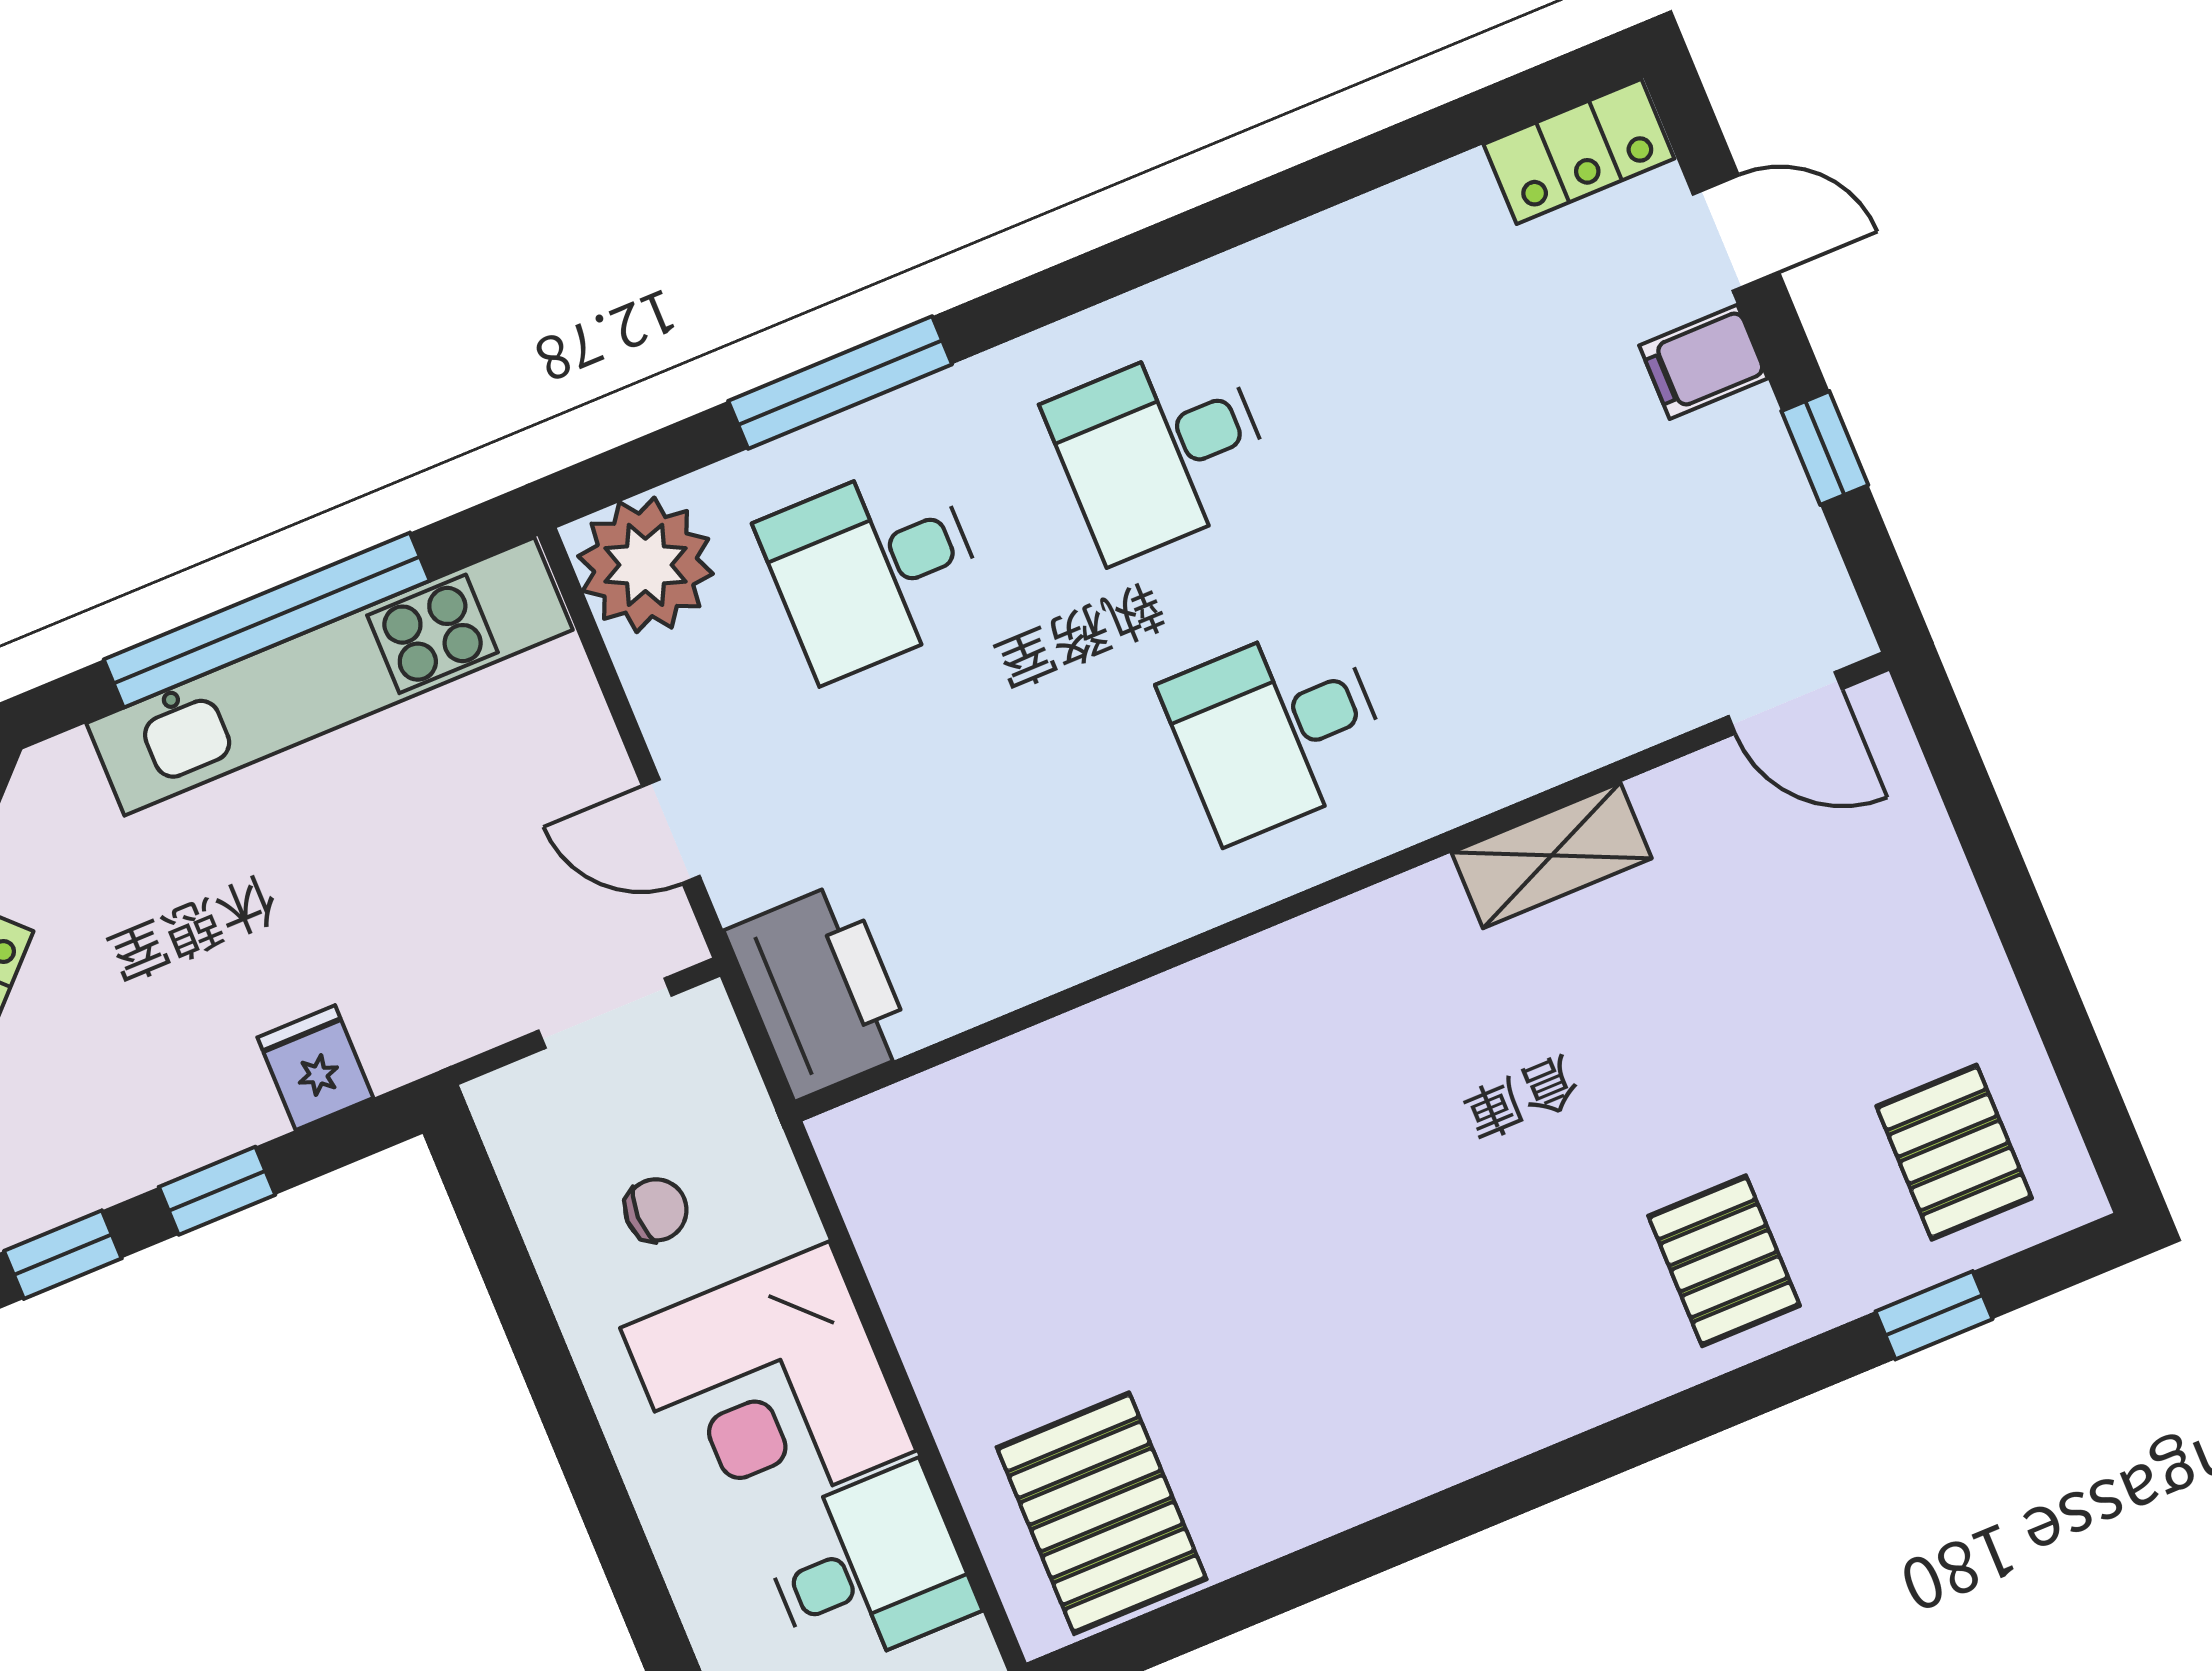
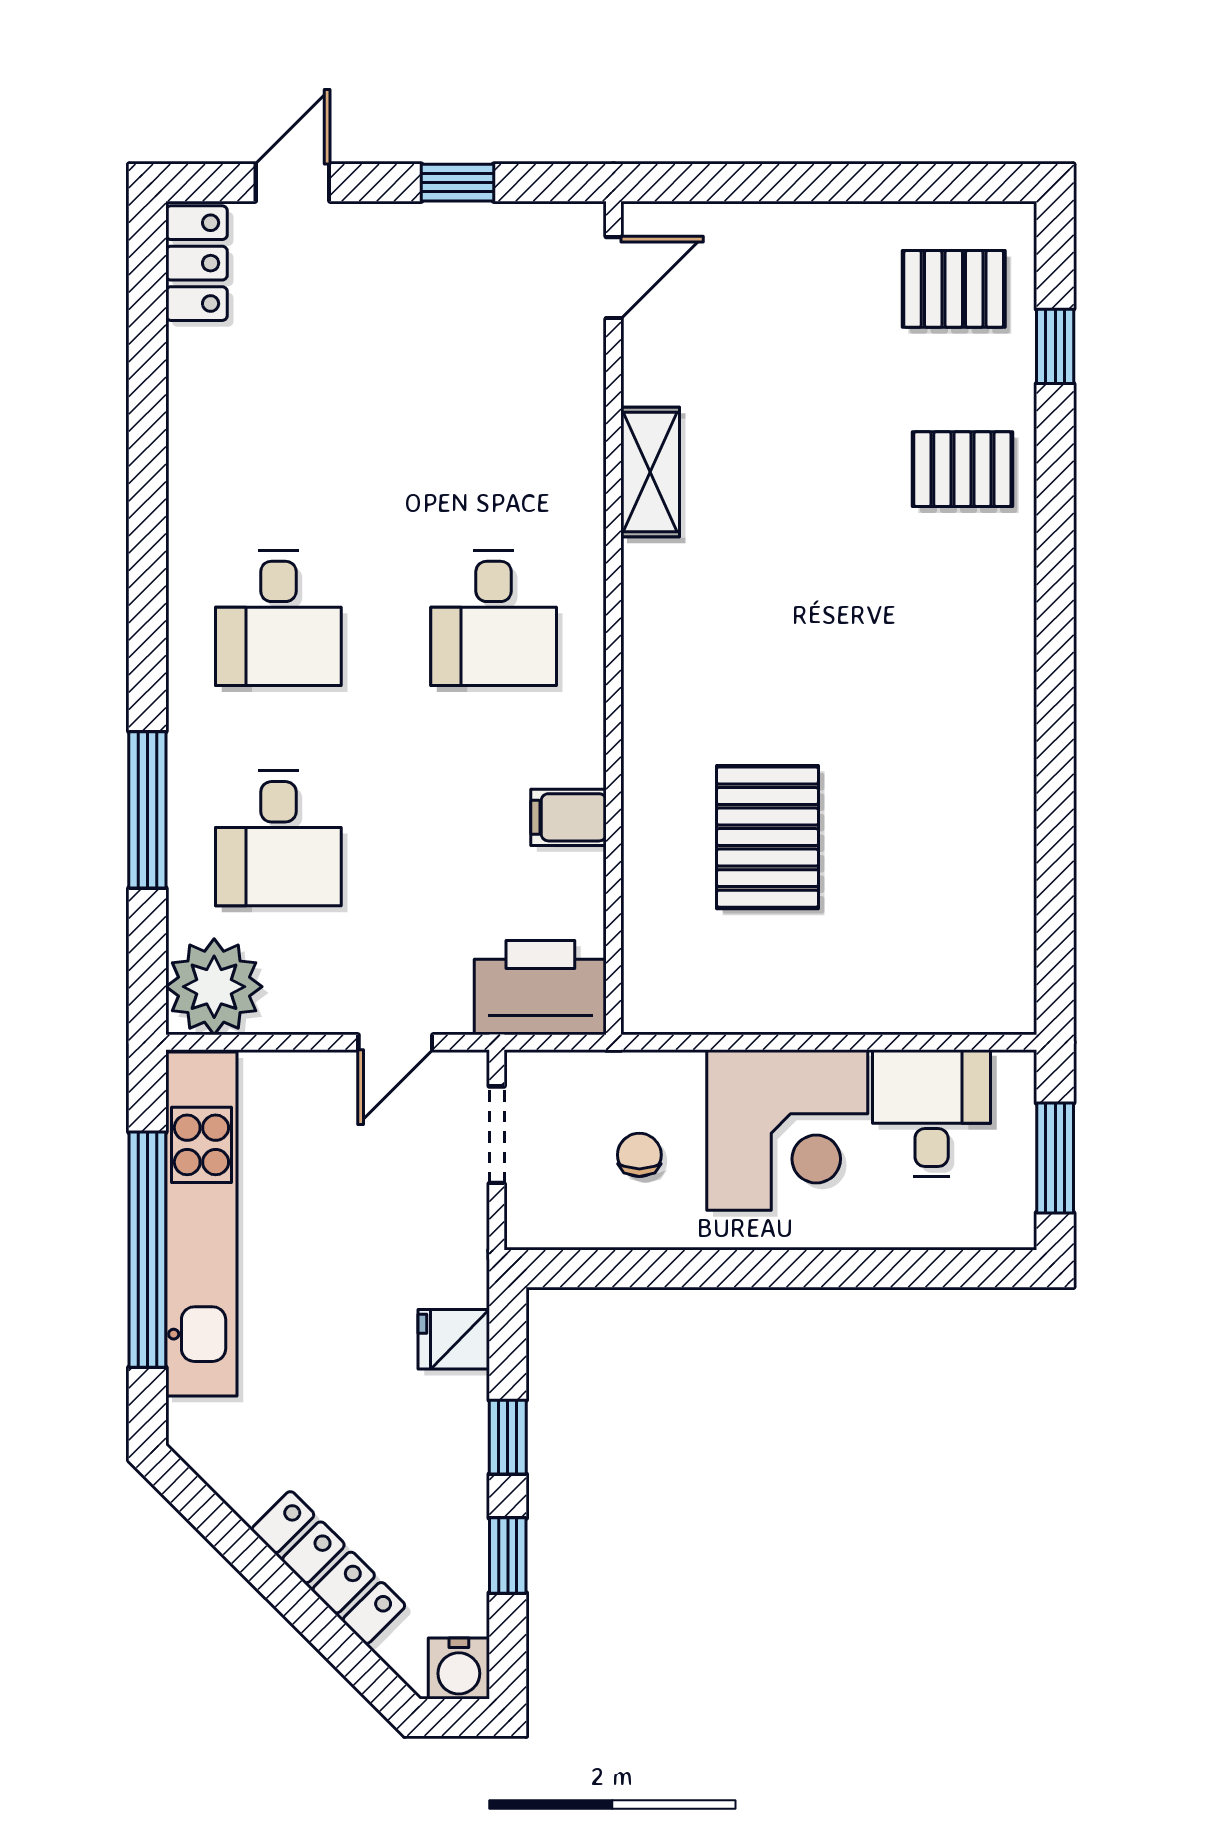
filing cabinet: (1703, 362) -> (568, 817), moved, turned 90
pallet: (1102, 1513) -> (767, 837), moved, turned 90

